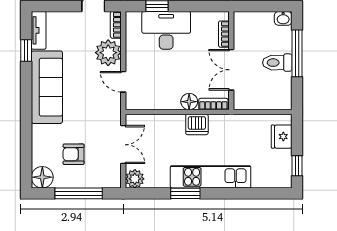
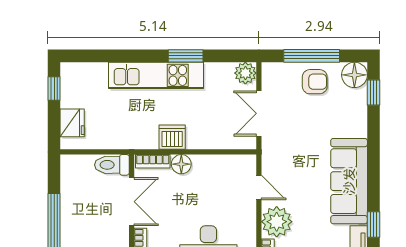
toilet: (277, 63) -> (112, 165), moved, turned 180
armchair: (74, 154) -> (315, 82), moved
window: (26, 162) -> (373, 92), added

